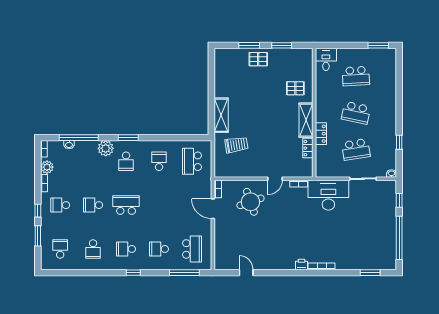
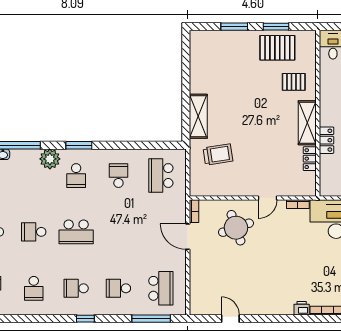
pallet: (258, 59) -> (277, 48), moved, width x1.50, depth x1.42
school desk: (126, 205) -> (76, 232), turned 180

